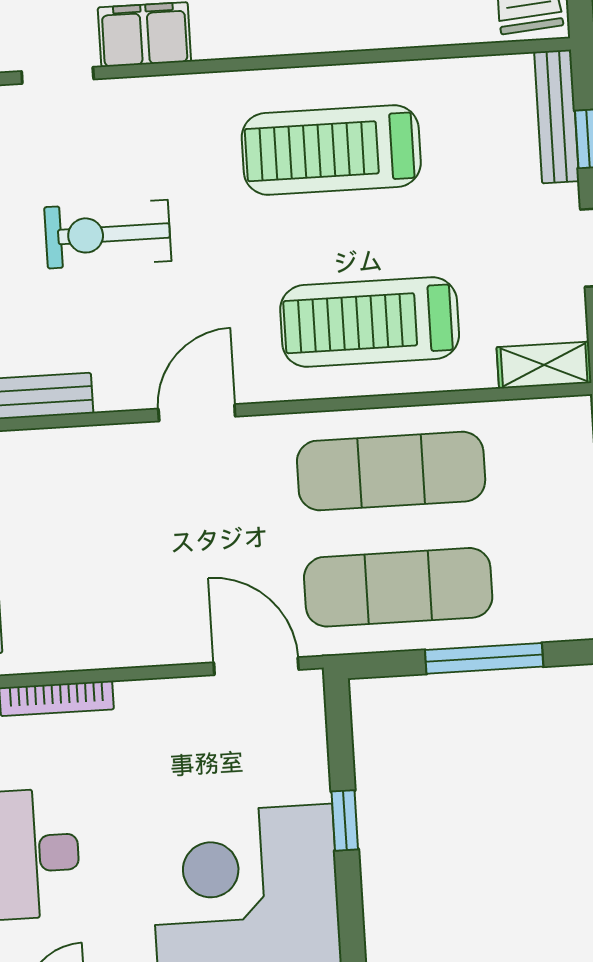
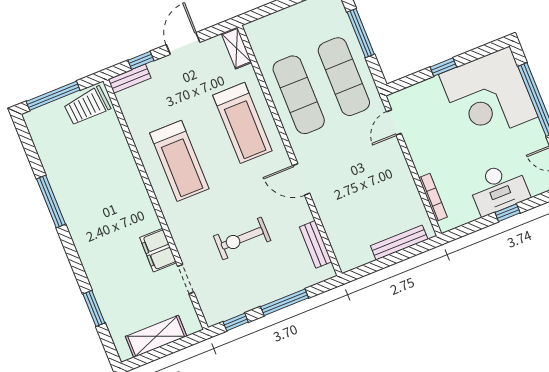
bench: (557, 117) -> (129, 79), width x0.73
exercise bike: (108, 234) -> (242, 238), turned 90
door: (256, 666) -> (394, 122), width x0.73

